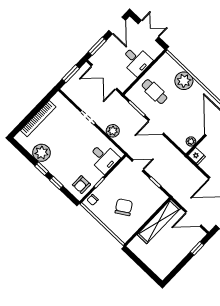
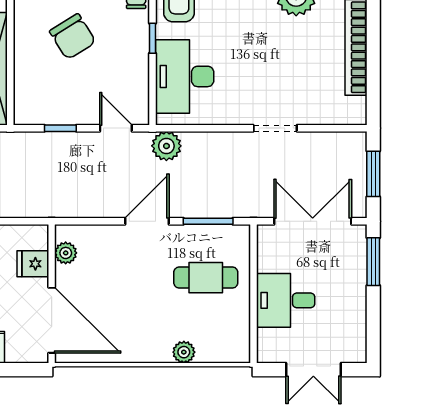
door: (117, 25) -> (373, 328), removed
plant: (184, 81) -> (184, 352), width x0.53, depth x0.53
plant: (113, 131) -> (166, 146), moved
fridge: (197, 156) -> (33, 264), moved
desk: (104, 158) -> (185, 76), width x1.37
door: (138, 165) -> (116, 128), swing flipped

